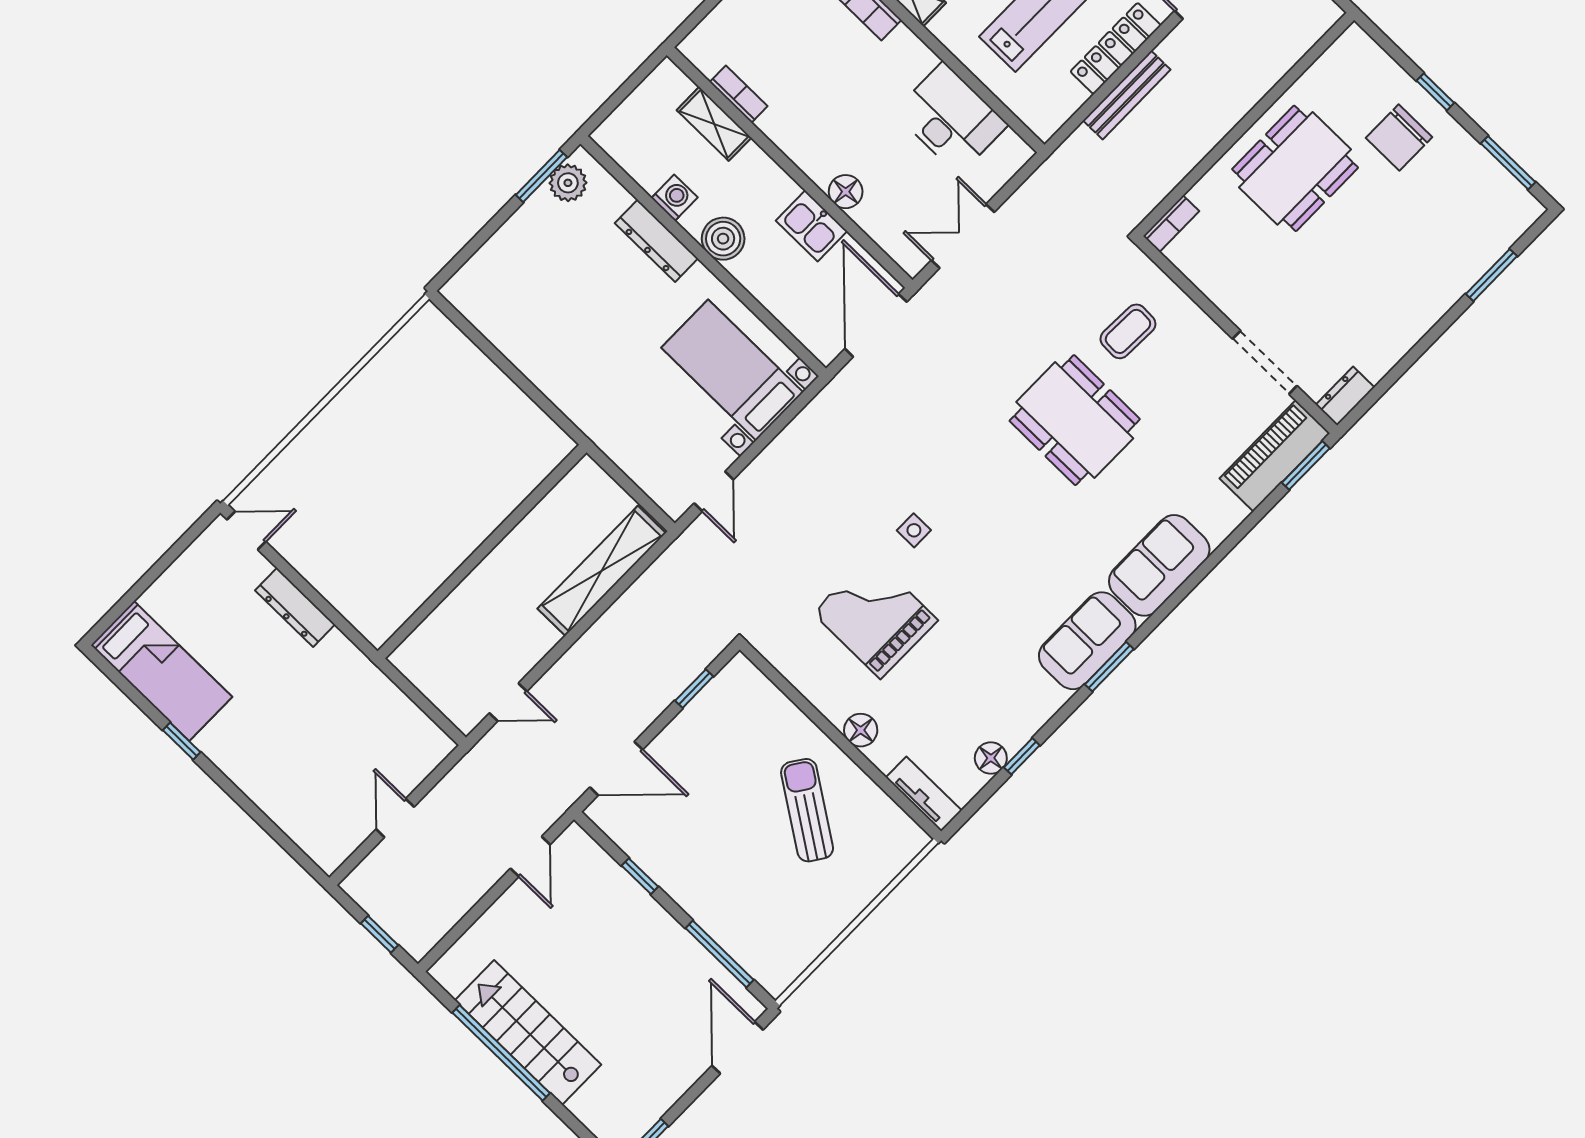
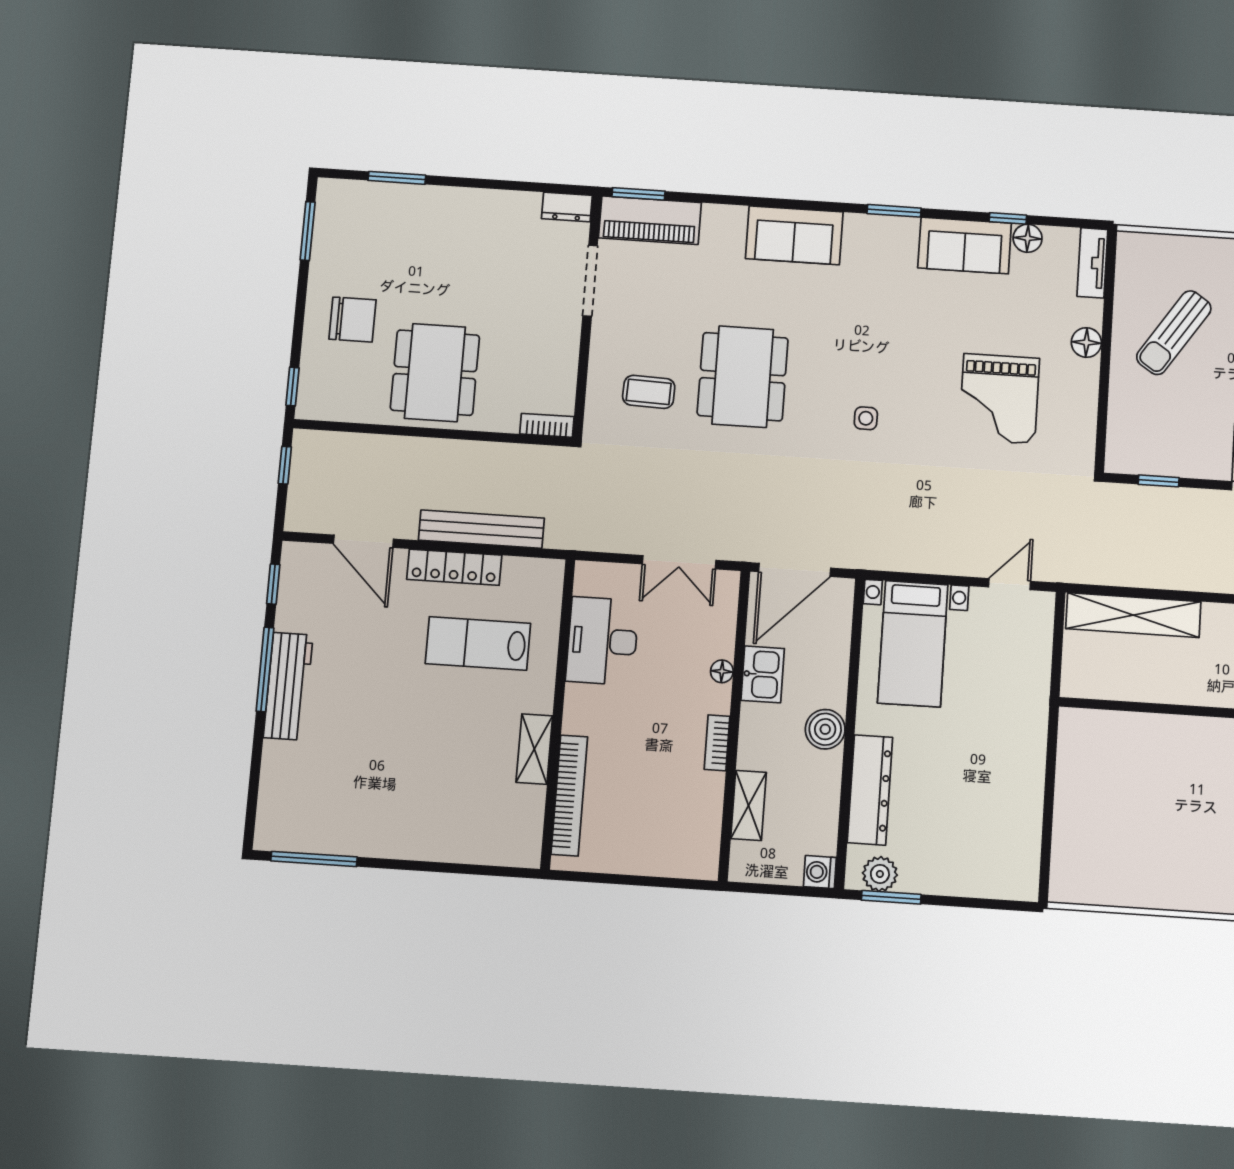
window: (1435, 92) -> (292, 387), moved
bookcase: (739, 94) -> (717, 743), moved
bench: (1127, 95) -> (481, 529), width x1.37, depth x1.21
dining table: (1295, 168) -> (435, 373), turned 90
floor lamp: (846, 192) -> (722, 671), width x0.73, depth x0.73
washing machine: (674, 198) -> (820, 872), moved
dresser: (656, 241) -> (870, 790), width x1.37, depth x1.24
side table: (914, 530) -> (866, 418), moved
sofa: (1087, 641) -> (965, 246), moved

